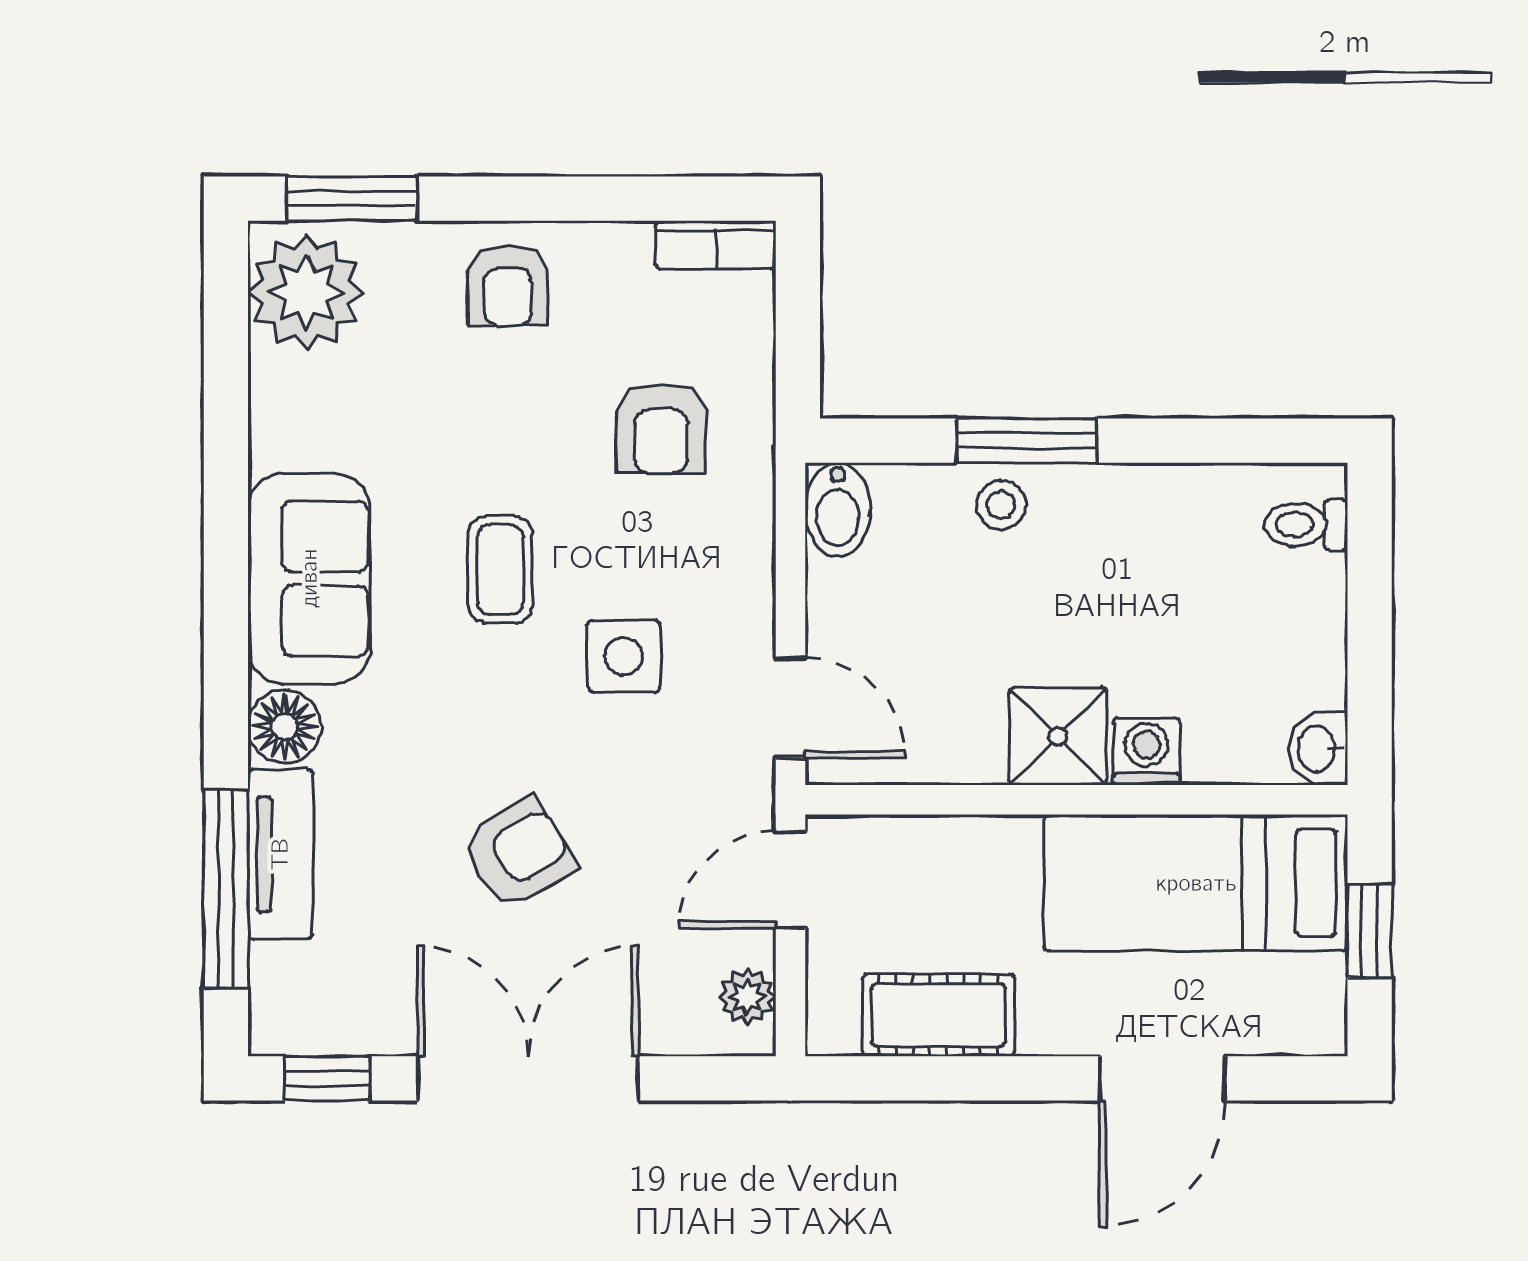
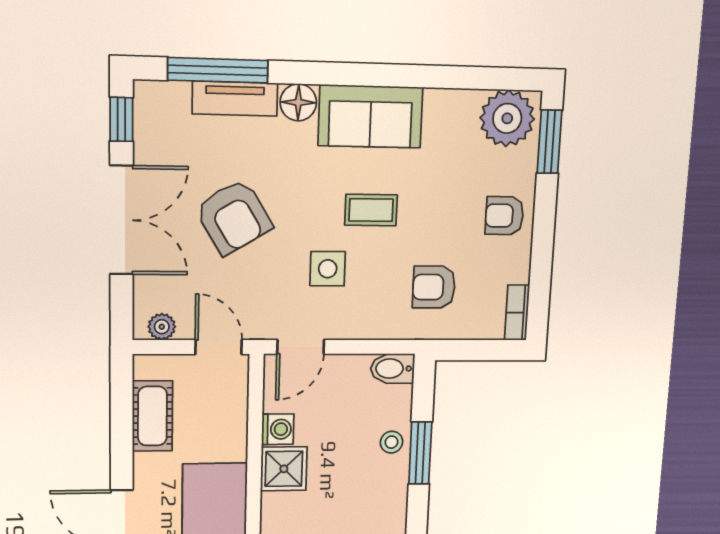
washing machine: (1146, 752) -> (278, 429), moved
armchair: (518, 853) -> (234, 217), width x1.38, depth x1.38

